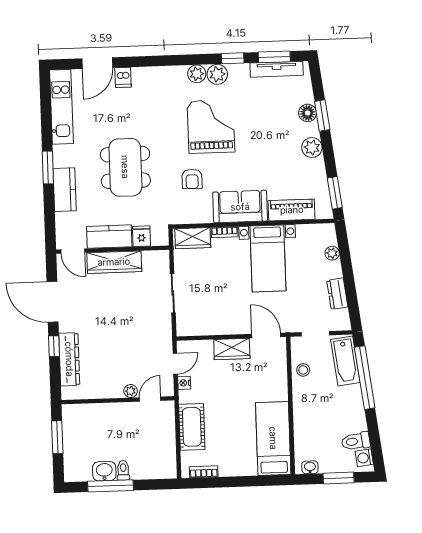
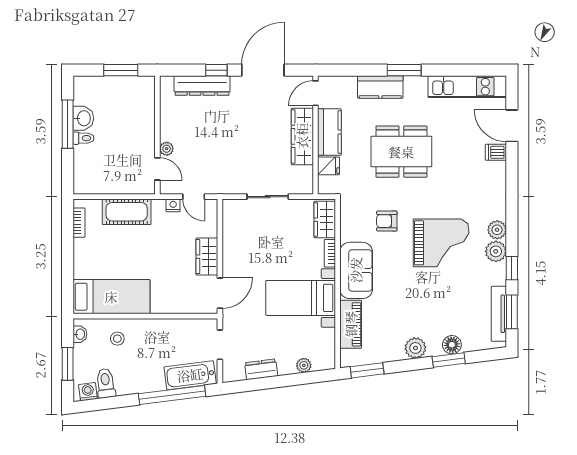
stool: (303, 370) -> (117, 339), moved

